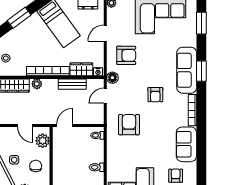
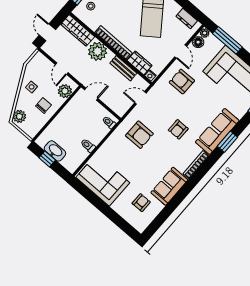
door: (105, 33) -> (181, 52), swing flipped
armchair: (126, 55) -> (182, 82), turned 180
floor lamp: (112, 78) -> (198, 42), moved
plant: (37, 84) -> (98, 51), width x1.88, depth x1.88
armchair: (129, 125) -> (139, 135), turned 90

